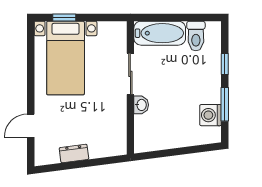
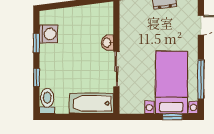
toilet: (196, 36) -> (47, 101), moved
window: (31, 62) -> (201, 79), added
window: (225, 104) -> (36, 43), width x0.67

